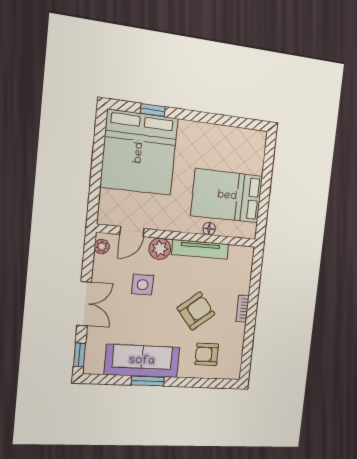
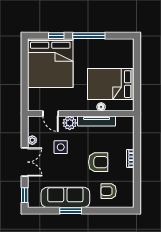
window: (202, 117) -> (89, 36), added
door: (132, 232) -> (51, 113), hinge flipped
plant: (102, 247) -> (32, 140), moved
armchair: (196, 311) -> (98, 162), turned 39

